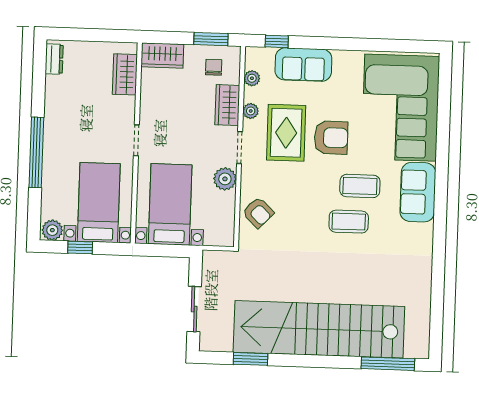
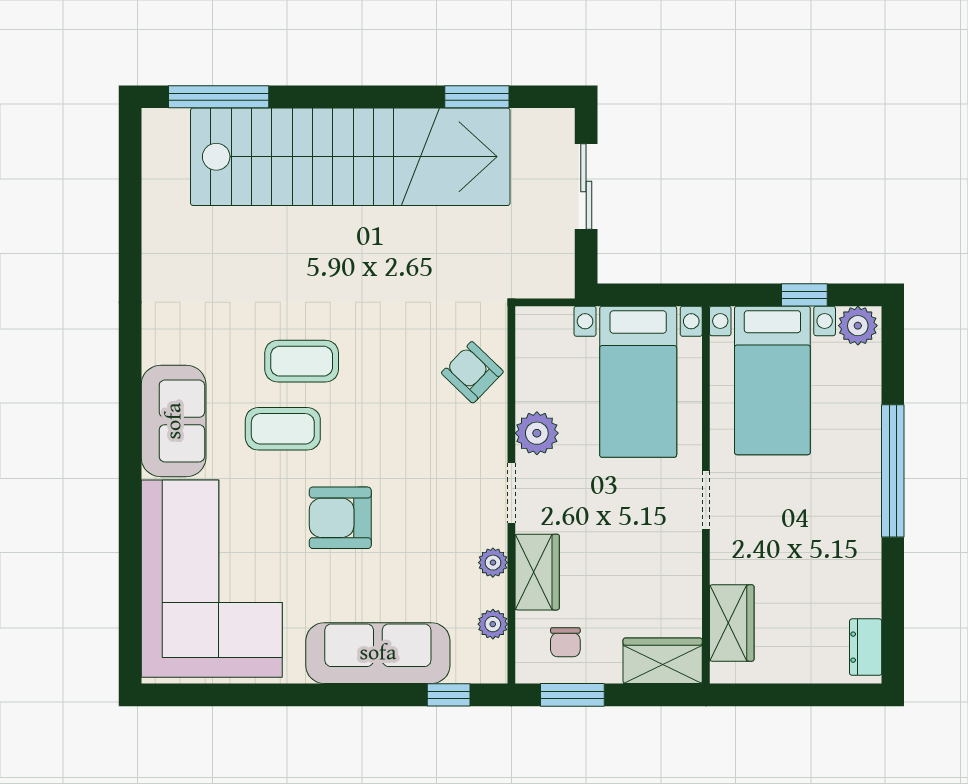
sofa: (303, 65) -> (378, 653), width x1.36
rug: (286, 133) -> (425, 524), removed

